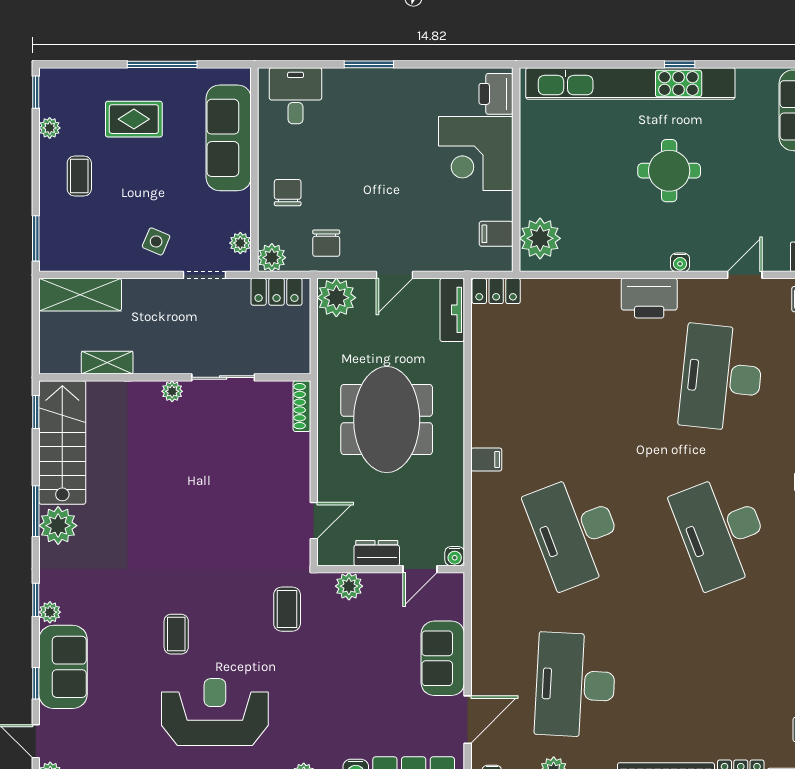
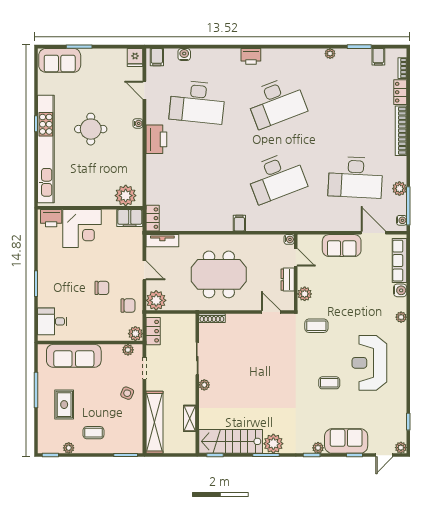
chair: (288, 193) -> (102, 288), moved, turned 180
filing cabinet: (496, 234) -> (130, 218), width x2.00
shelving: (80, 295) -> (155, 422), width x1.47

